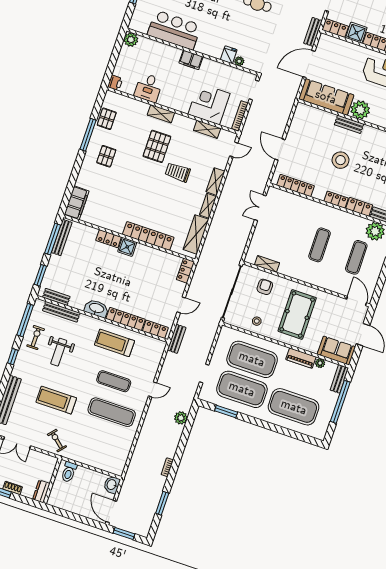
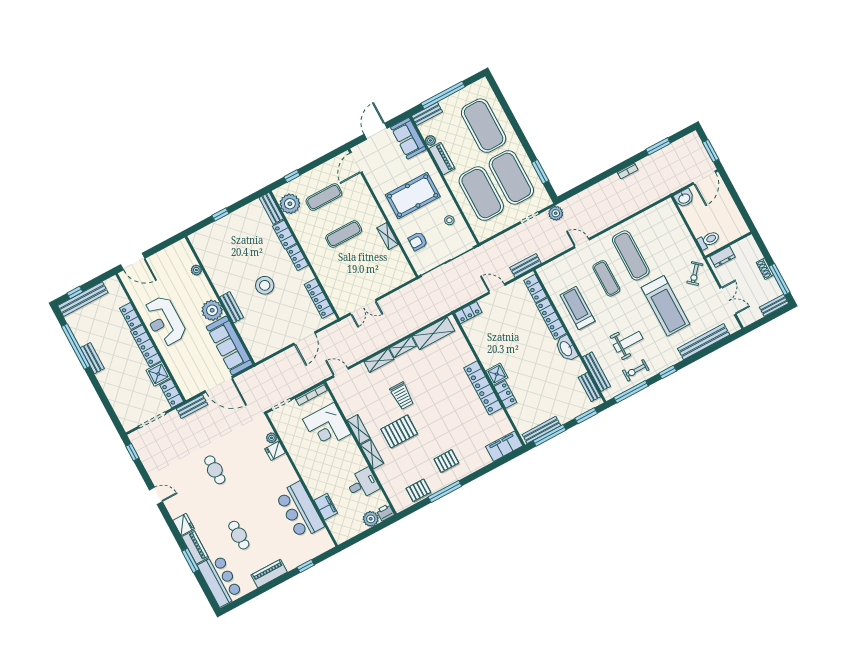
plant: (131, 40) -> (371, 519), moved
filing cabinet: (191, 60) -> (326, 507), moved
shelving: (207, 129) -> (359, 429), moved
locker: (148, 236) -> (483, 388), moved
shelving: (267, 264) -> (388, 236), moved
treadmill: (115, 343) -> (577, 308), turned 180
treadmill: (56, 400) -> (666, 306), width x1.37, depth x1.38
plant: (181, 418) -> (556, 213), moved
dresser: (41, 491) -> (722, 257), moved

